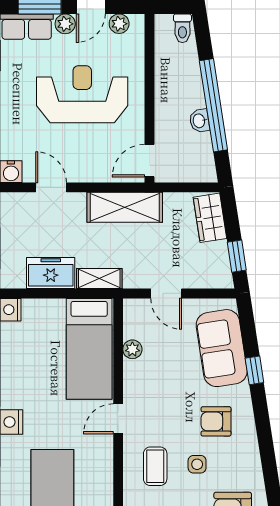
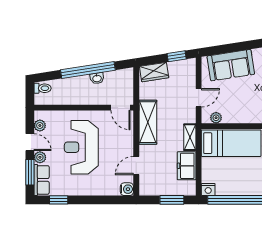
plant: (132, 349) -> (216, 118), moved
window: (254, 370) -> (244, 46), removed

